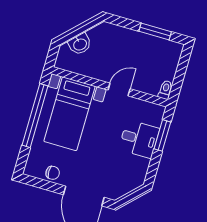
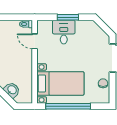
door: (119, 89) -> (35, 41), moved
window: (162, 135) -> (68, 17), moved

